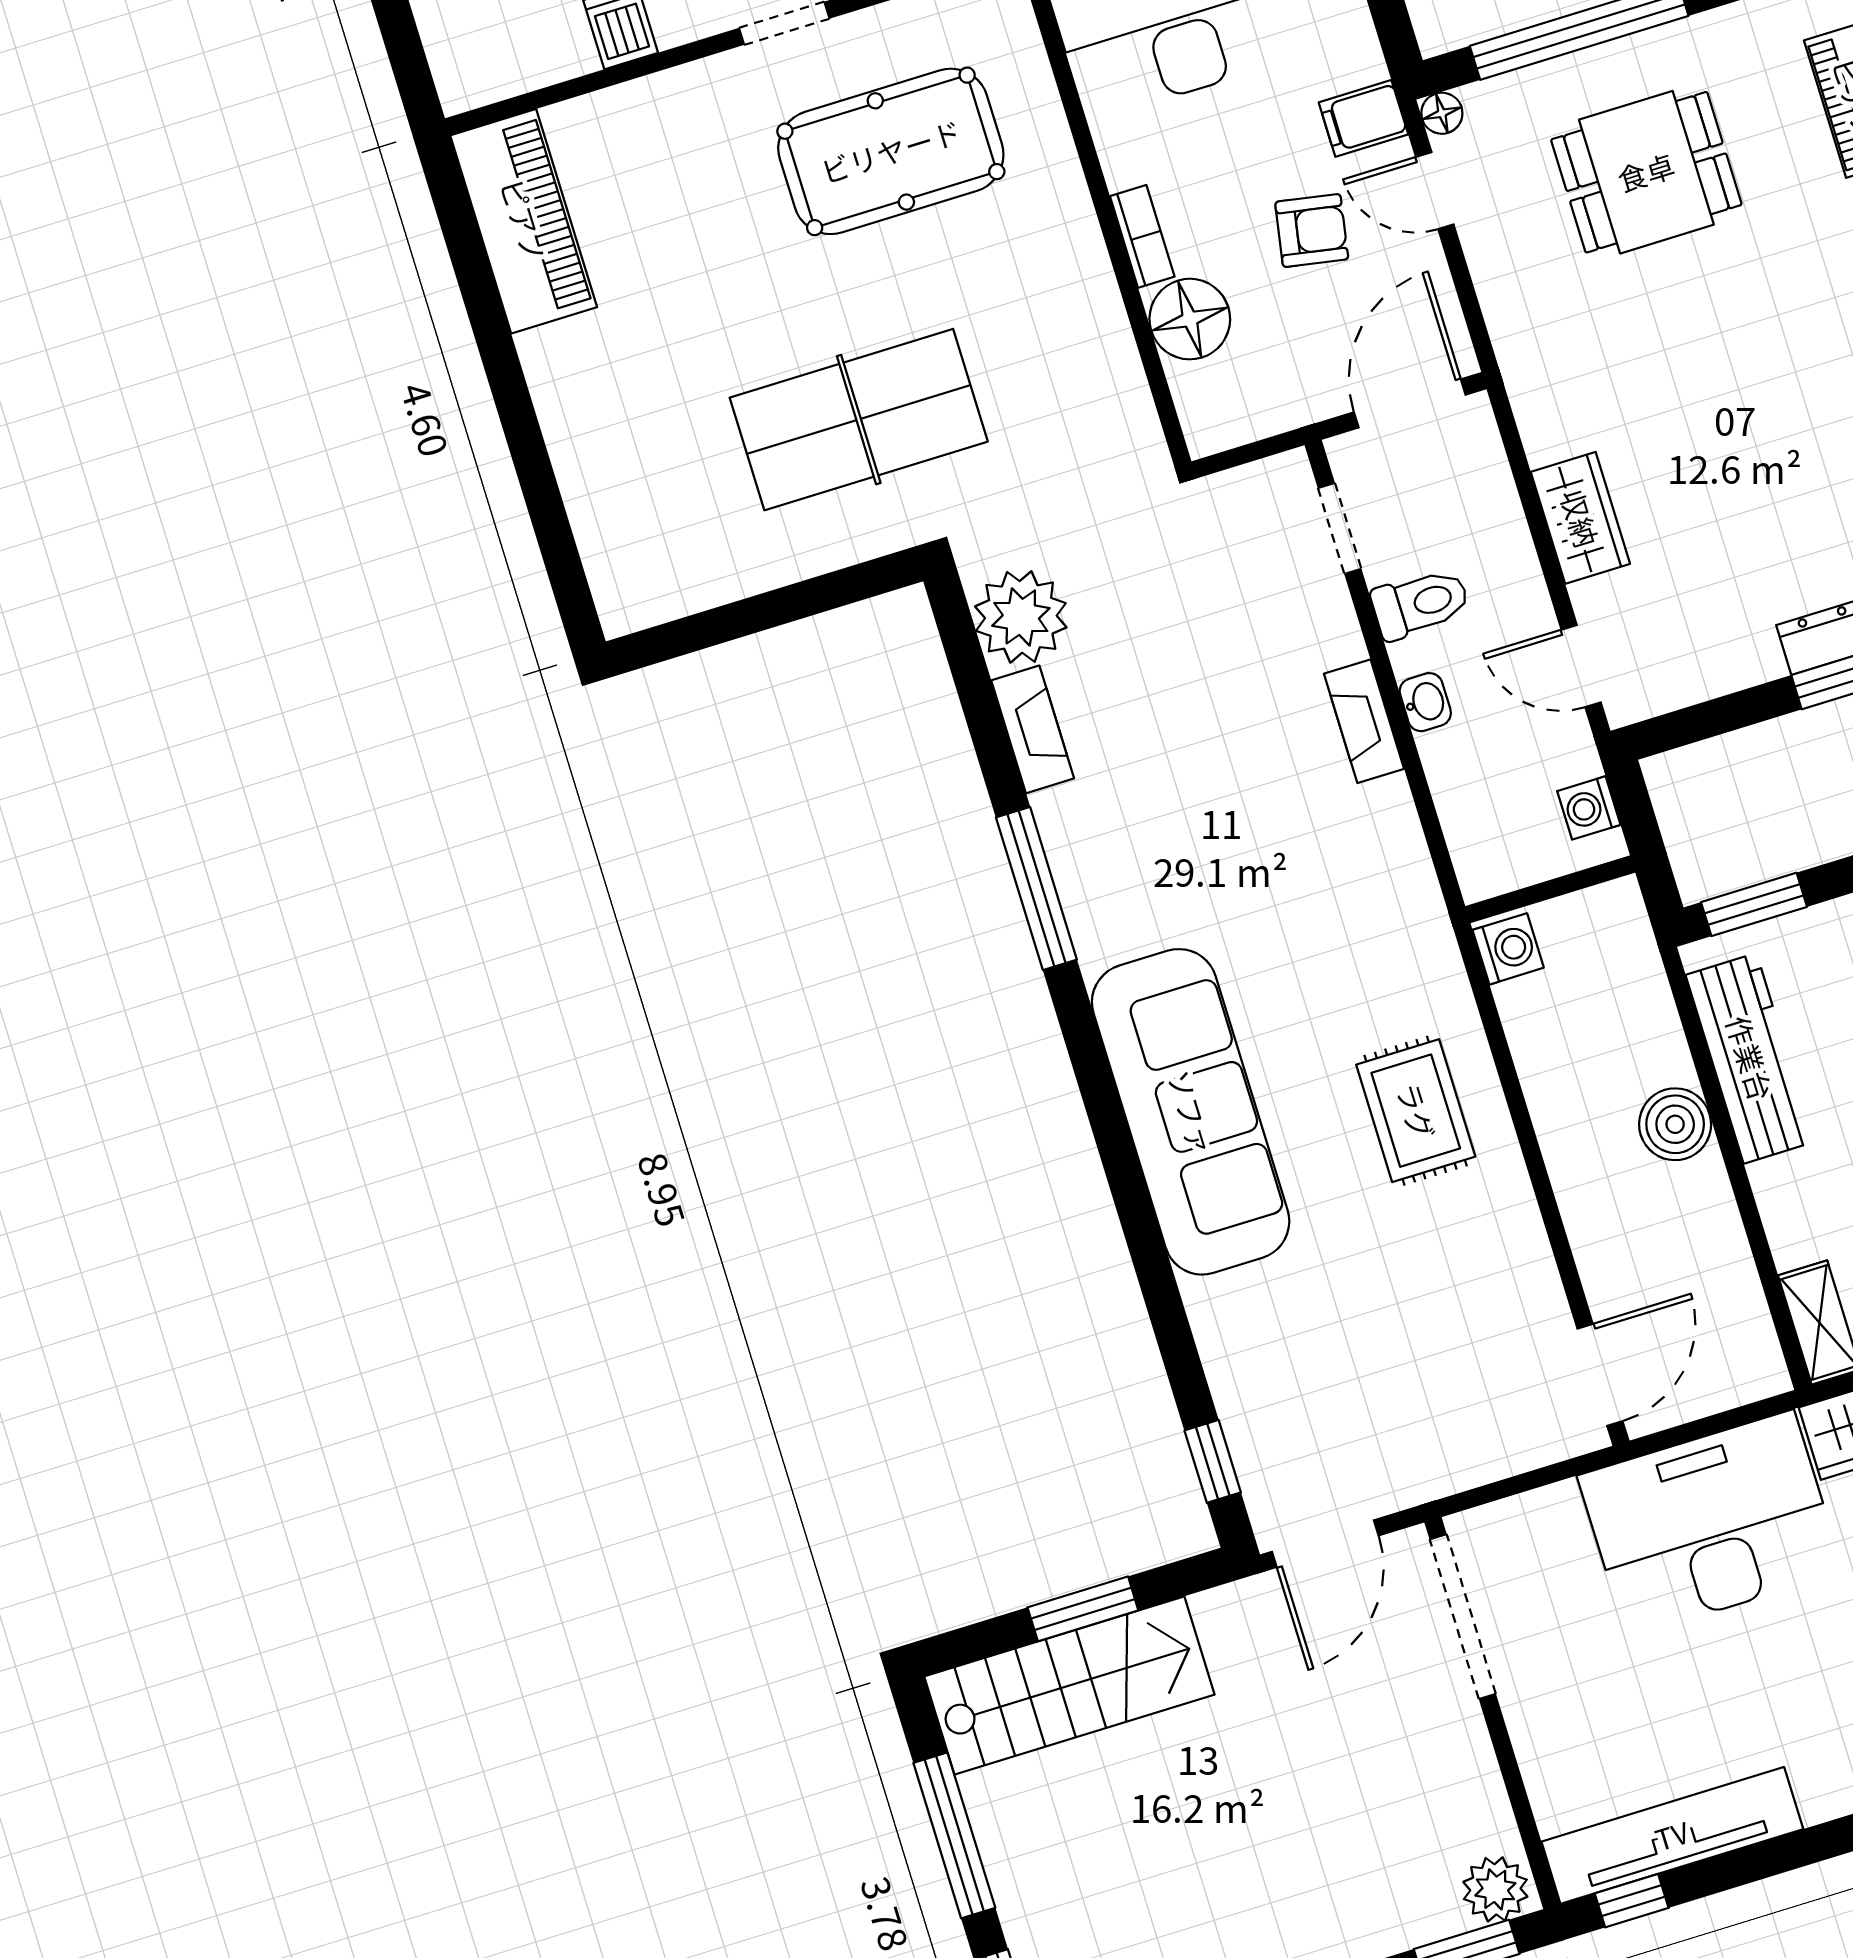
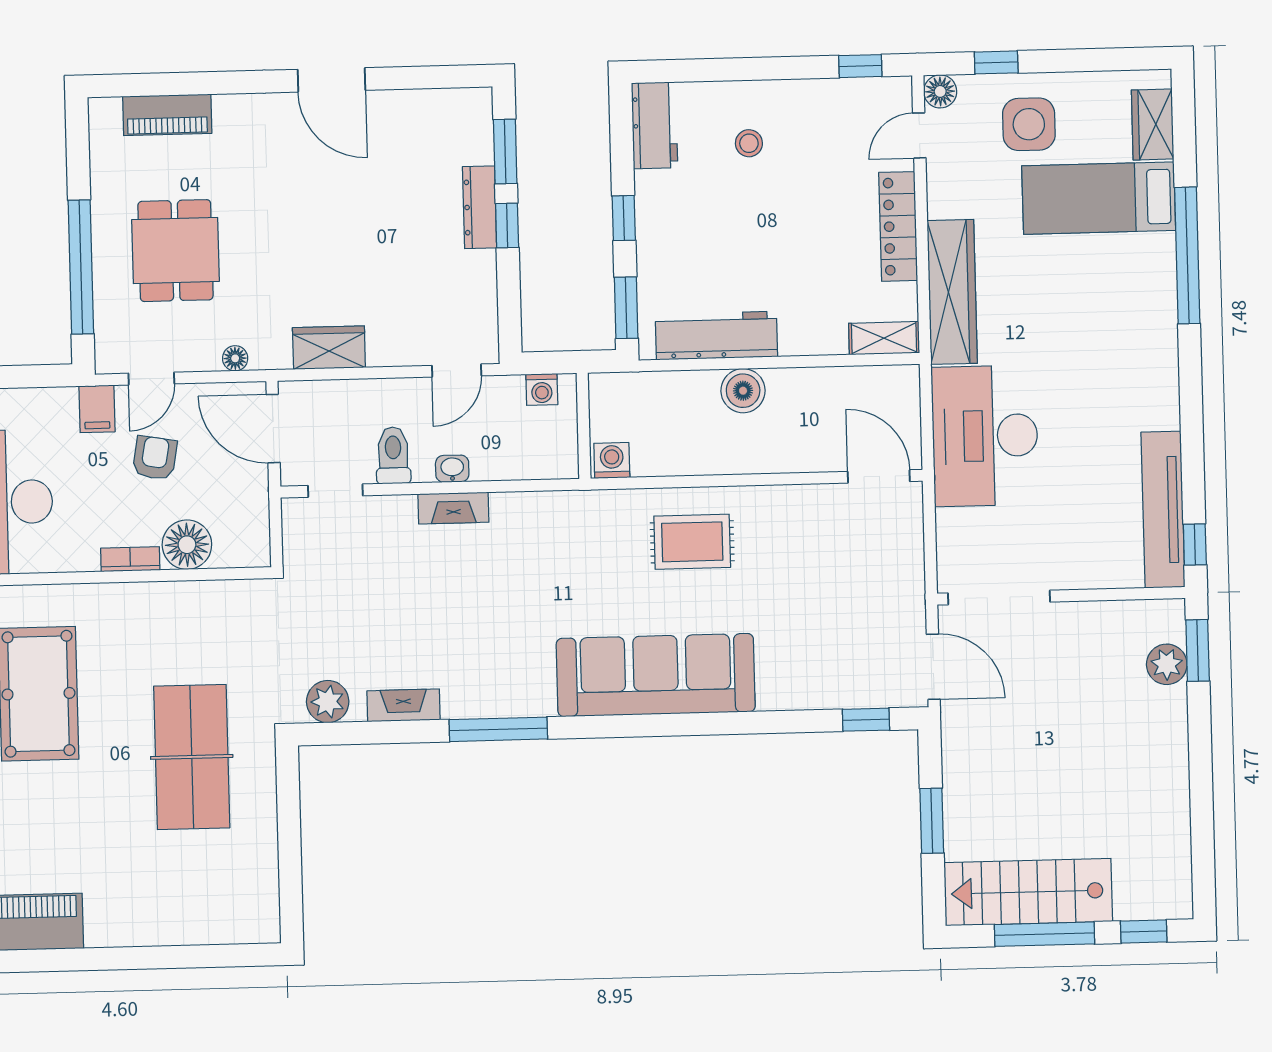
floor lamp: (1442, 113) -> (235, 358), moved
wardrobe: (1580, 518) -> (329, 348), moved
plant: (1021, 617) -> (328, 702), width x0.73, depth x0.73
stairs: (1069, 1685) -> (1028, 892), moved, turned -90
plant: (1495, 1889) -> (1167, 664), moved

